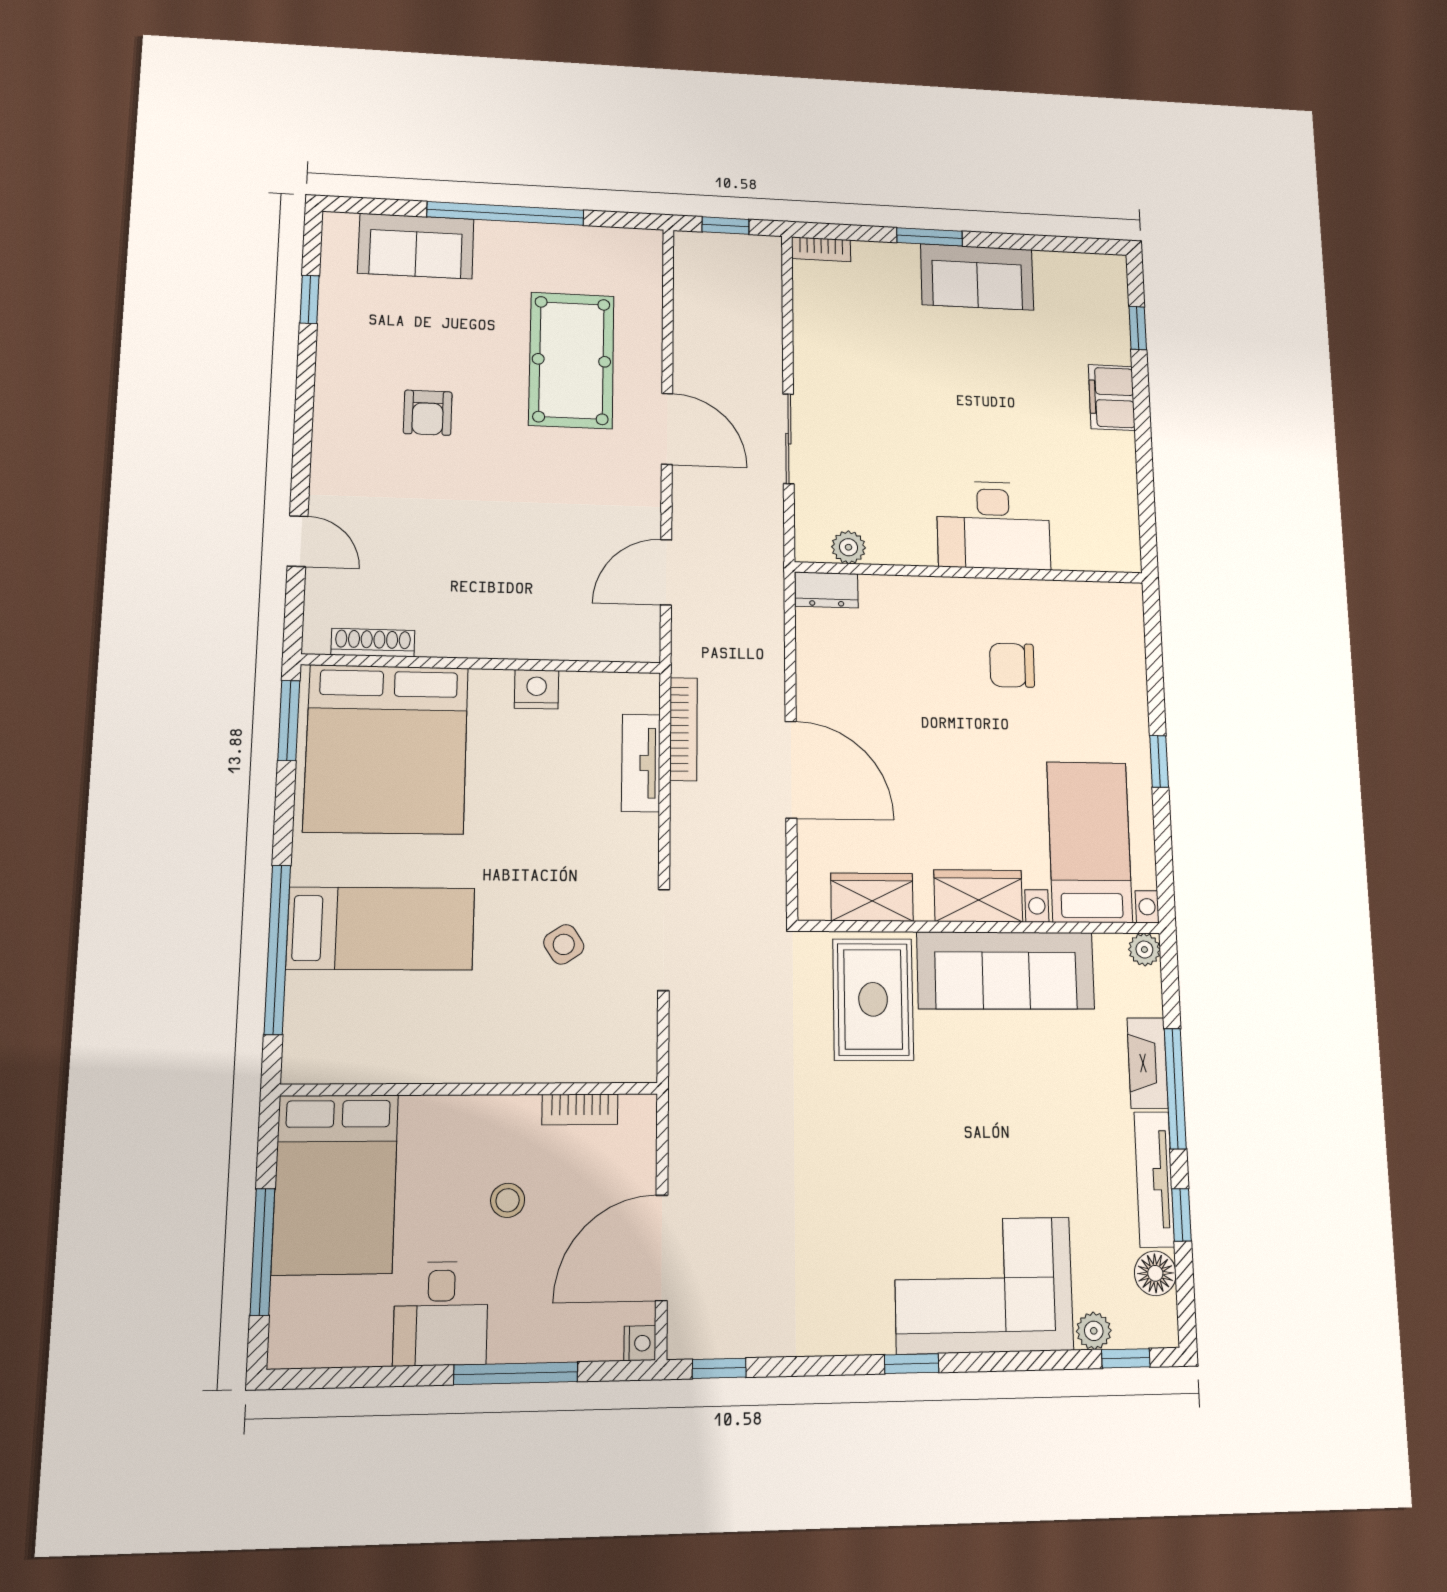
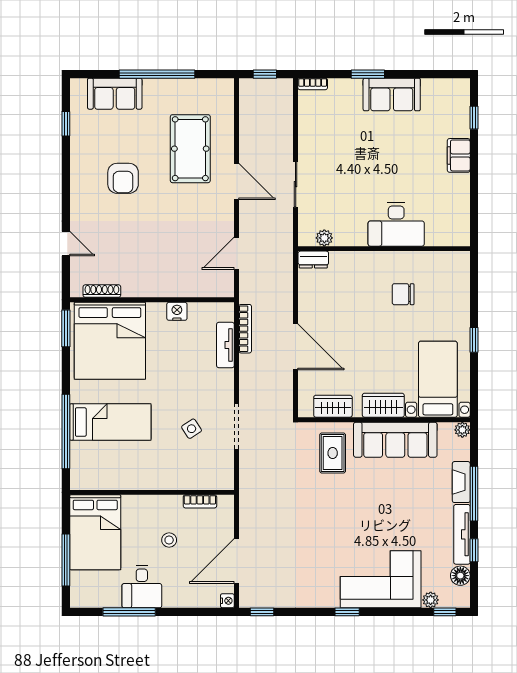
armchair: (428, 413) -> (123, 178), width x1.38, depth x1.38
rug: (873, 999) -> (333, 453), width x0.73, depth x0.70
window: (516, 1373) -> (129, 612), moved

